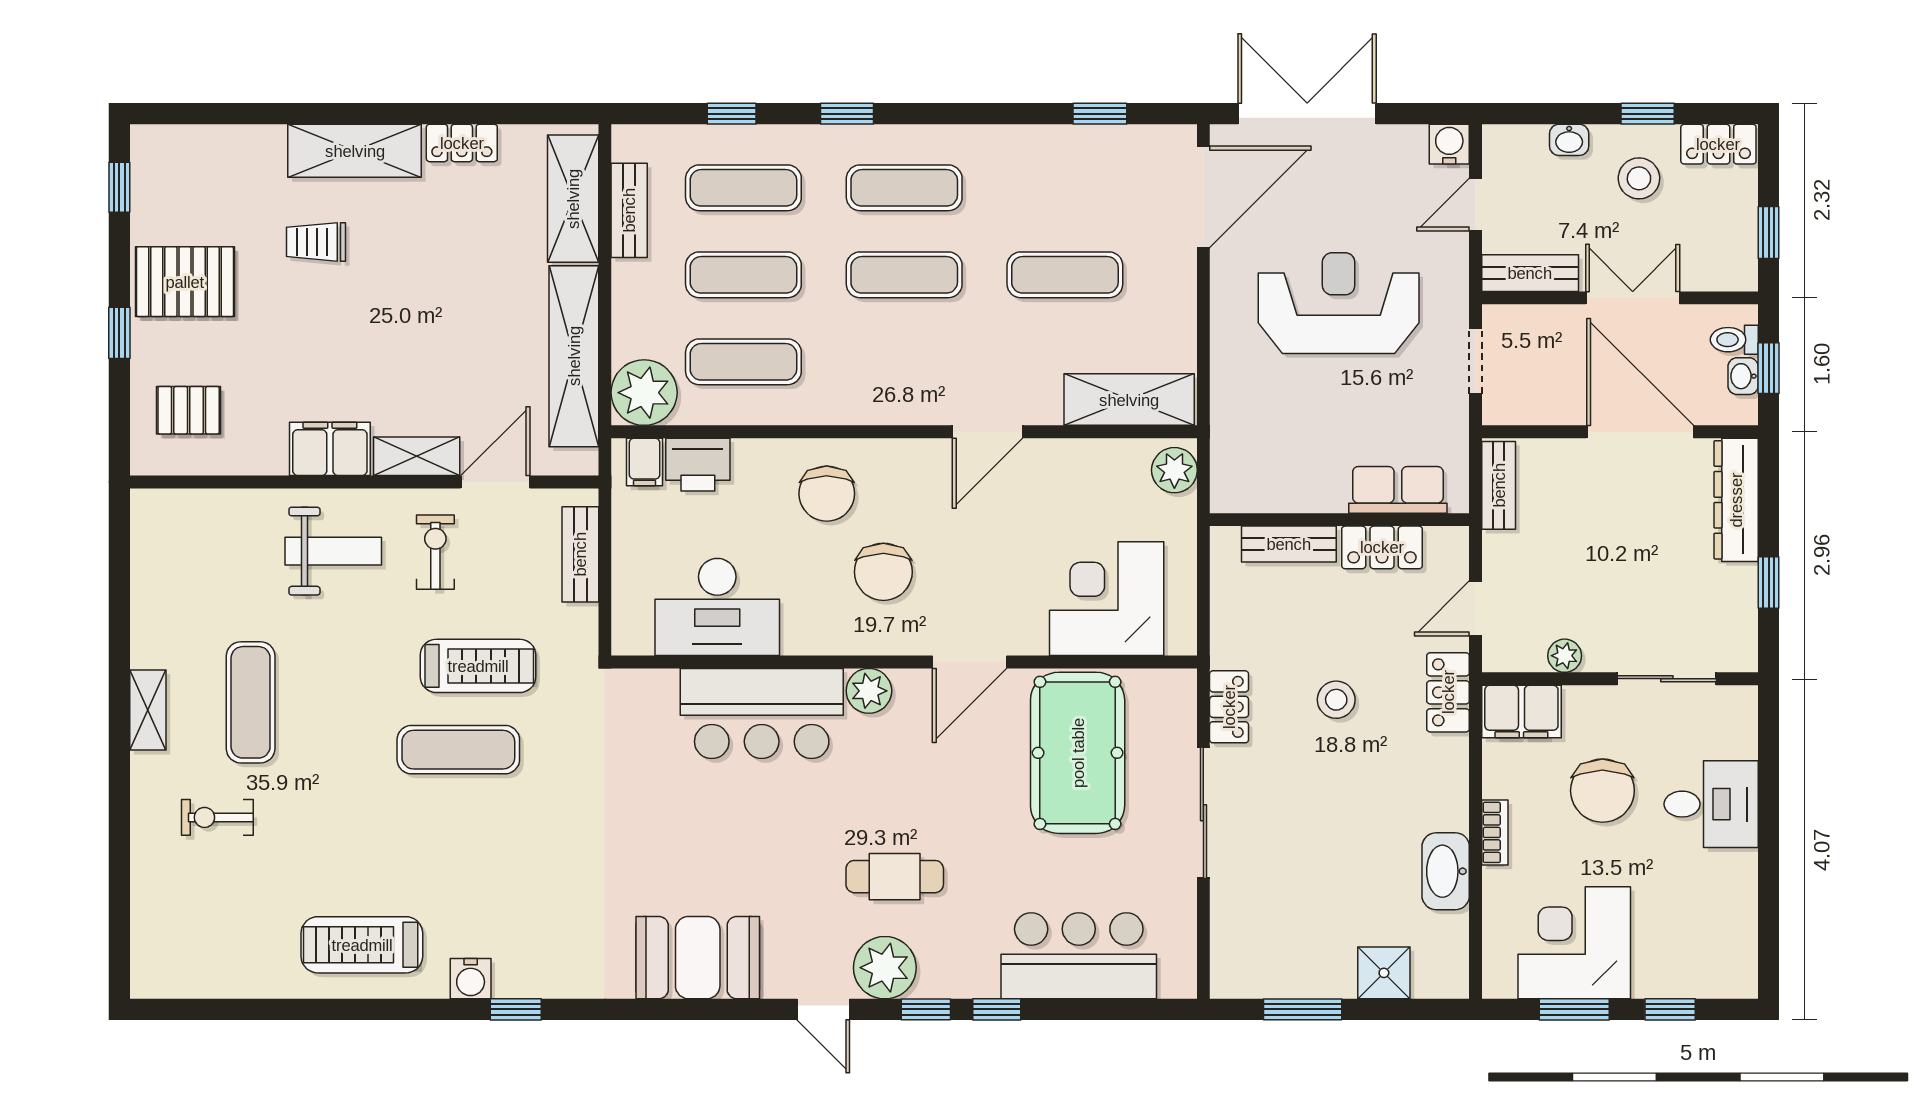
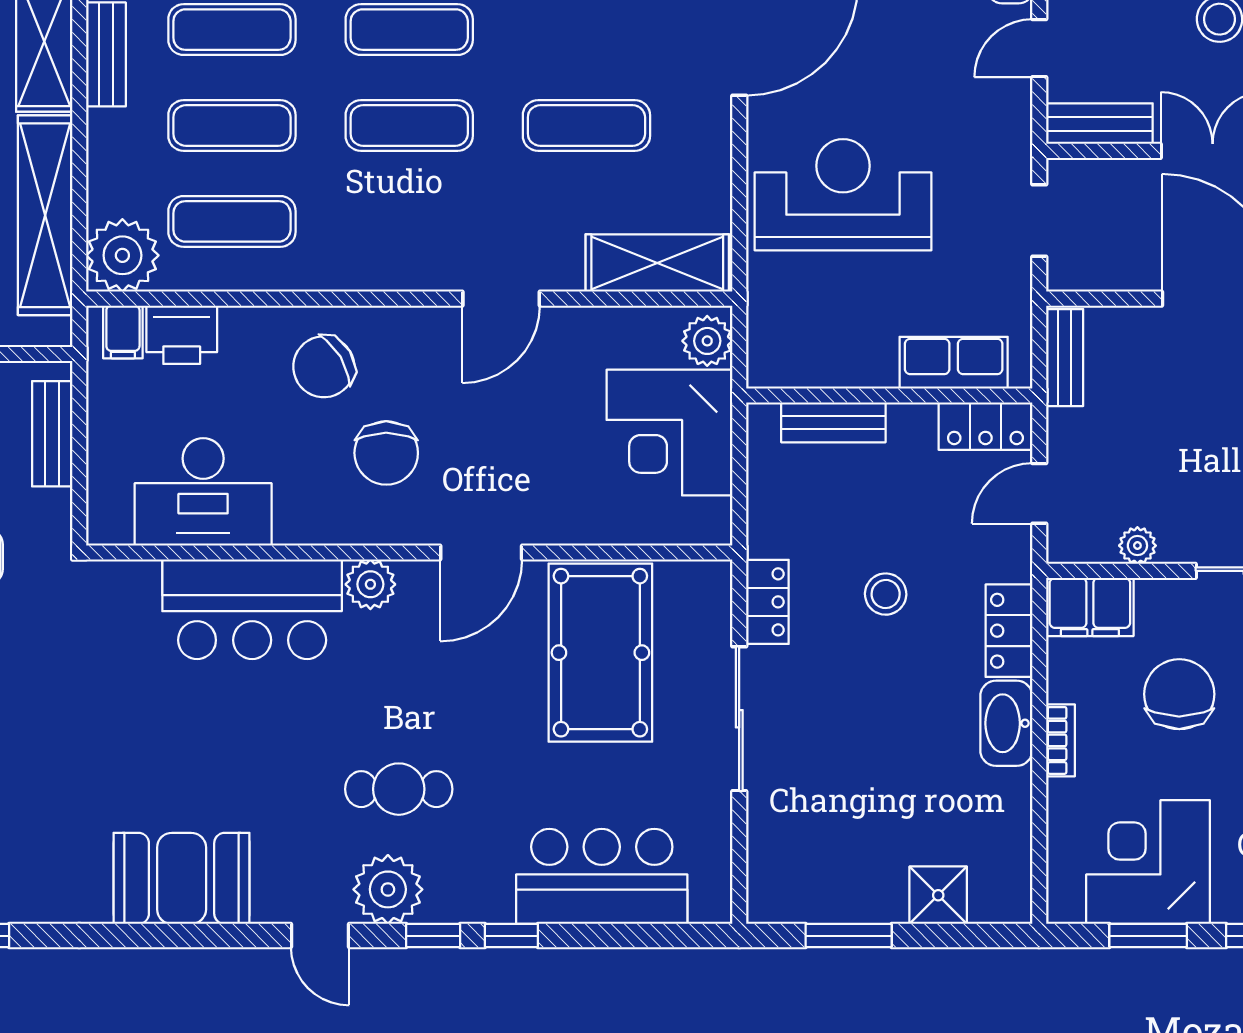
reception desk: (1339, 303) -> (843, 195), moved
chair: (827, 494) -> (324, 367), turned 59
locker: (1382, 547) -> (985, 426), moved
corner desk: (1107, 599) -> (669, 433), moved, turned -90
locker: (1448, 692) -> (1009, 631), moved
chair: (1602, 791) -> (1179, 694), turned 180
washbasin: (1446, 871) -> (1006, 723), moved

